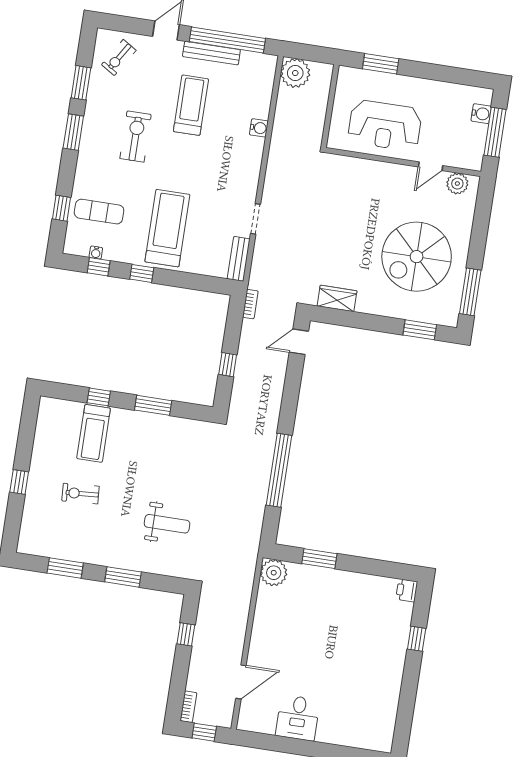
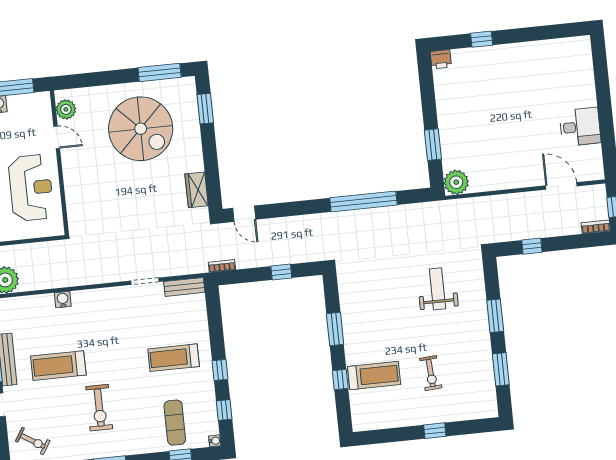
exercise bike: (136, 136) -> (99, 408), turned -90
treadmill: (167, 228) -> (174, 358), width x0.73, depth x0.73
water cooler: (96, 253) -> (215, 441), moved

